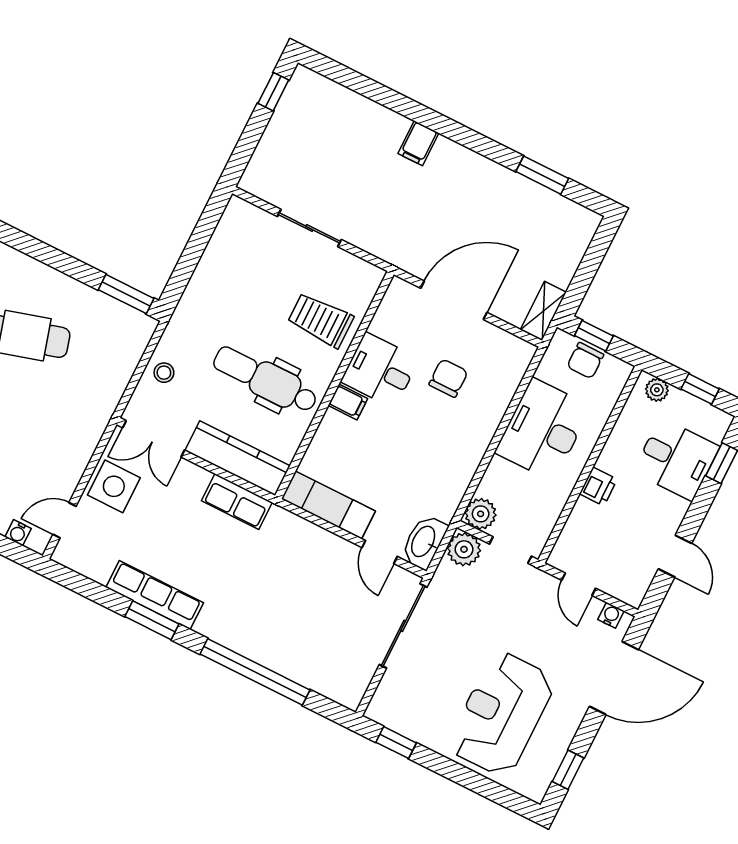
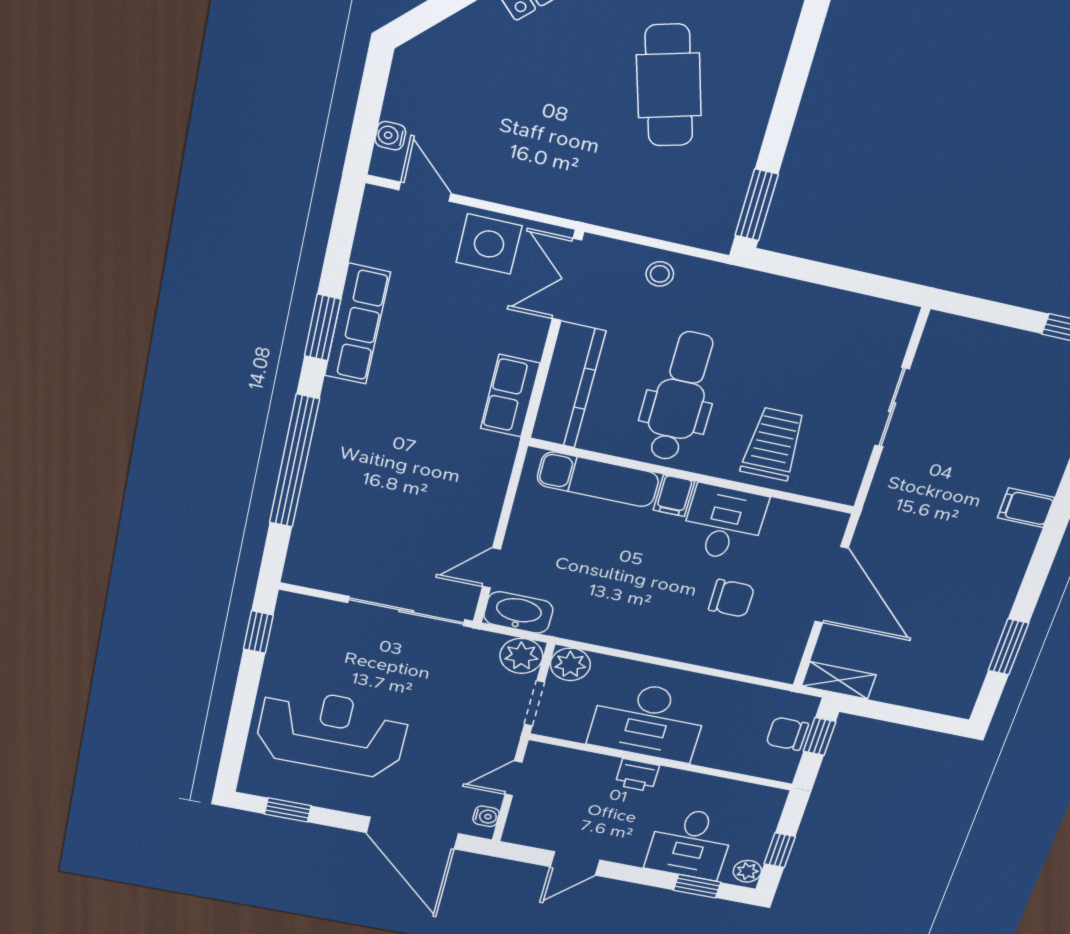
plant: (657, 390) -> (747, 871), moved
desk: (543, 430) -> (648, 721), moved, turned 180
exam couch: (328, 505) -> (598, 479), moved, turned 90

